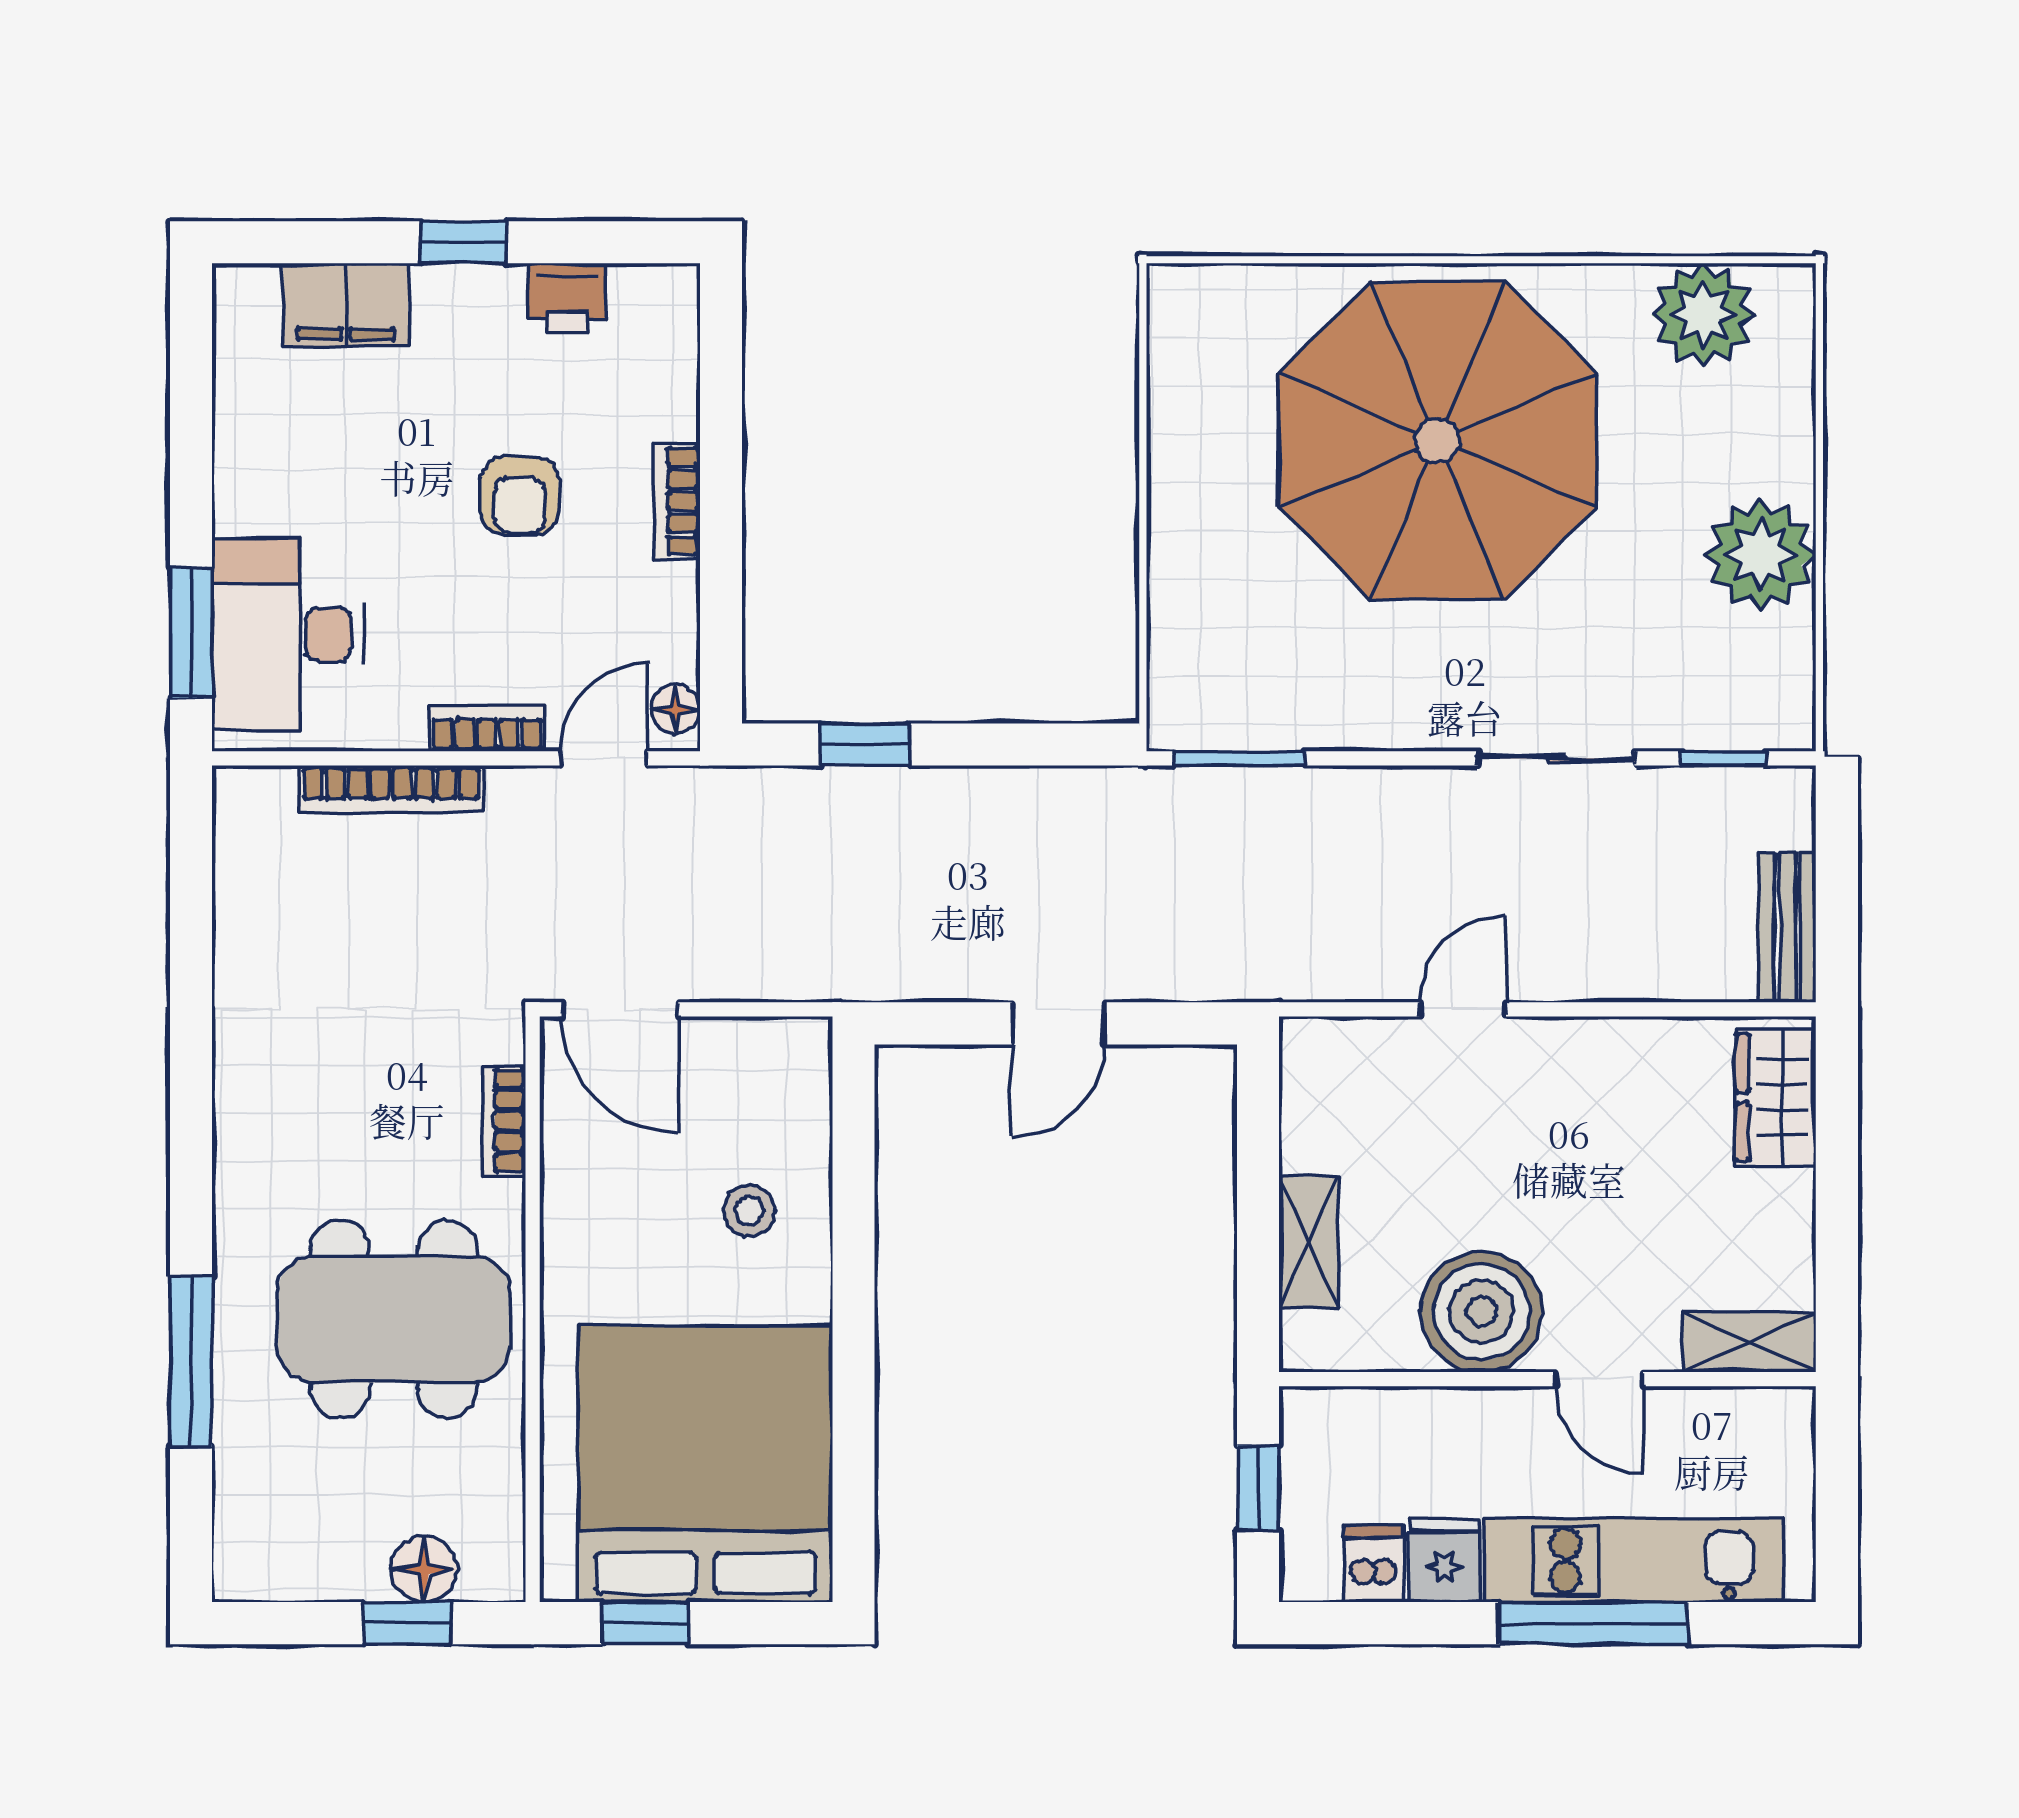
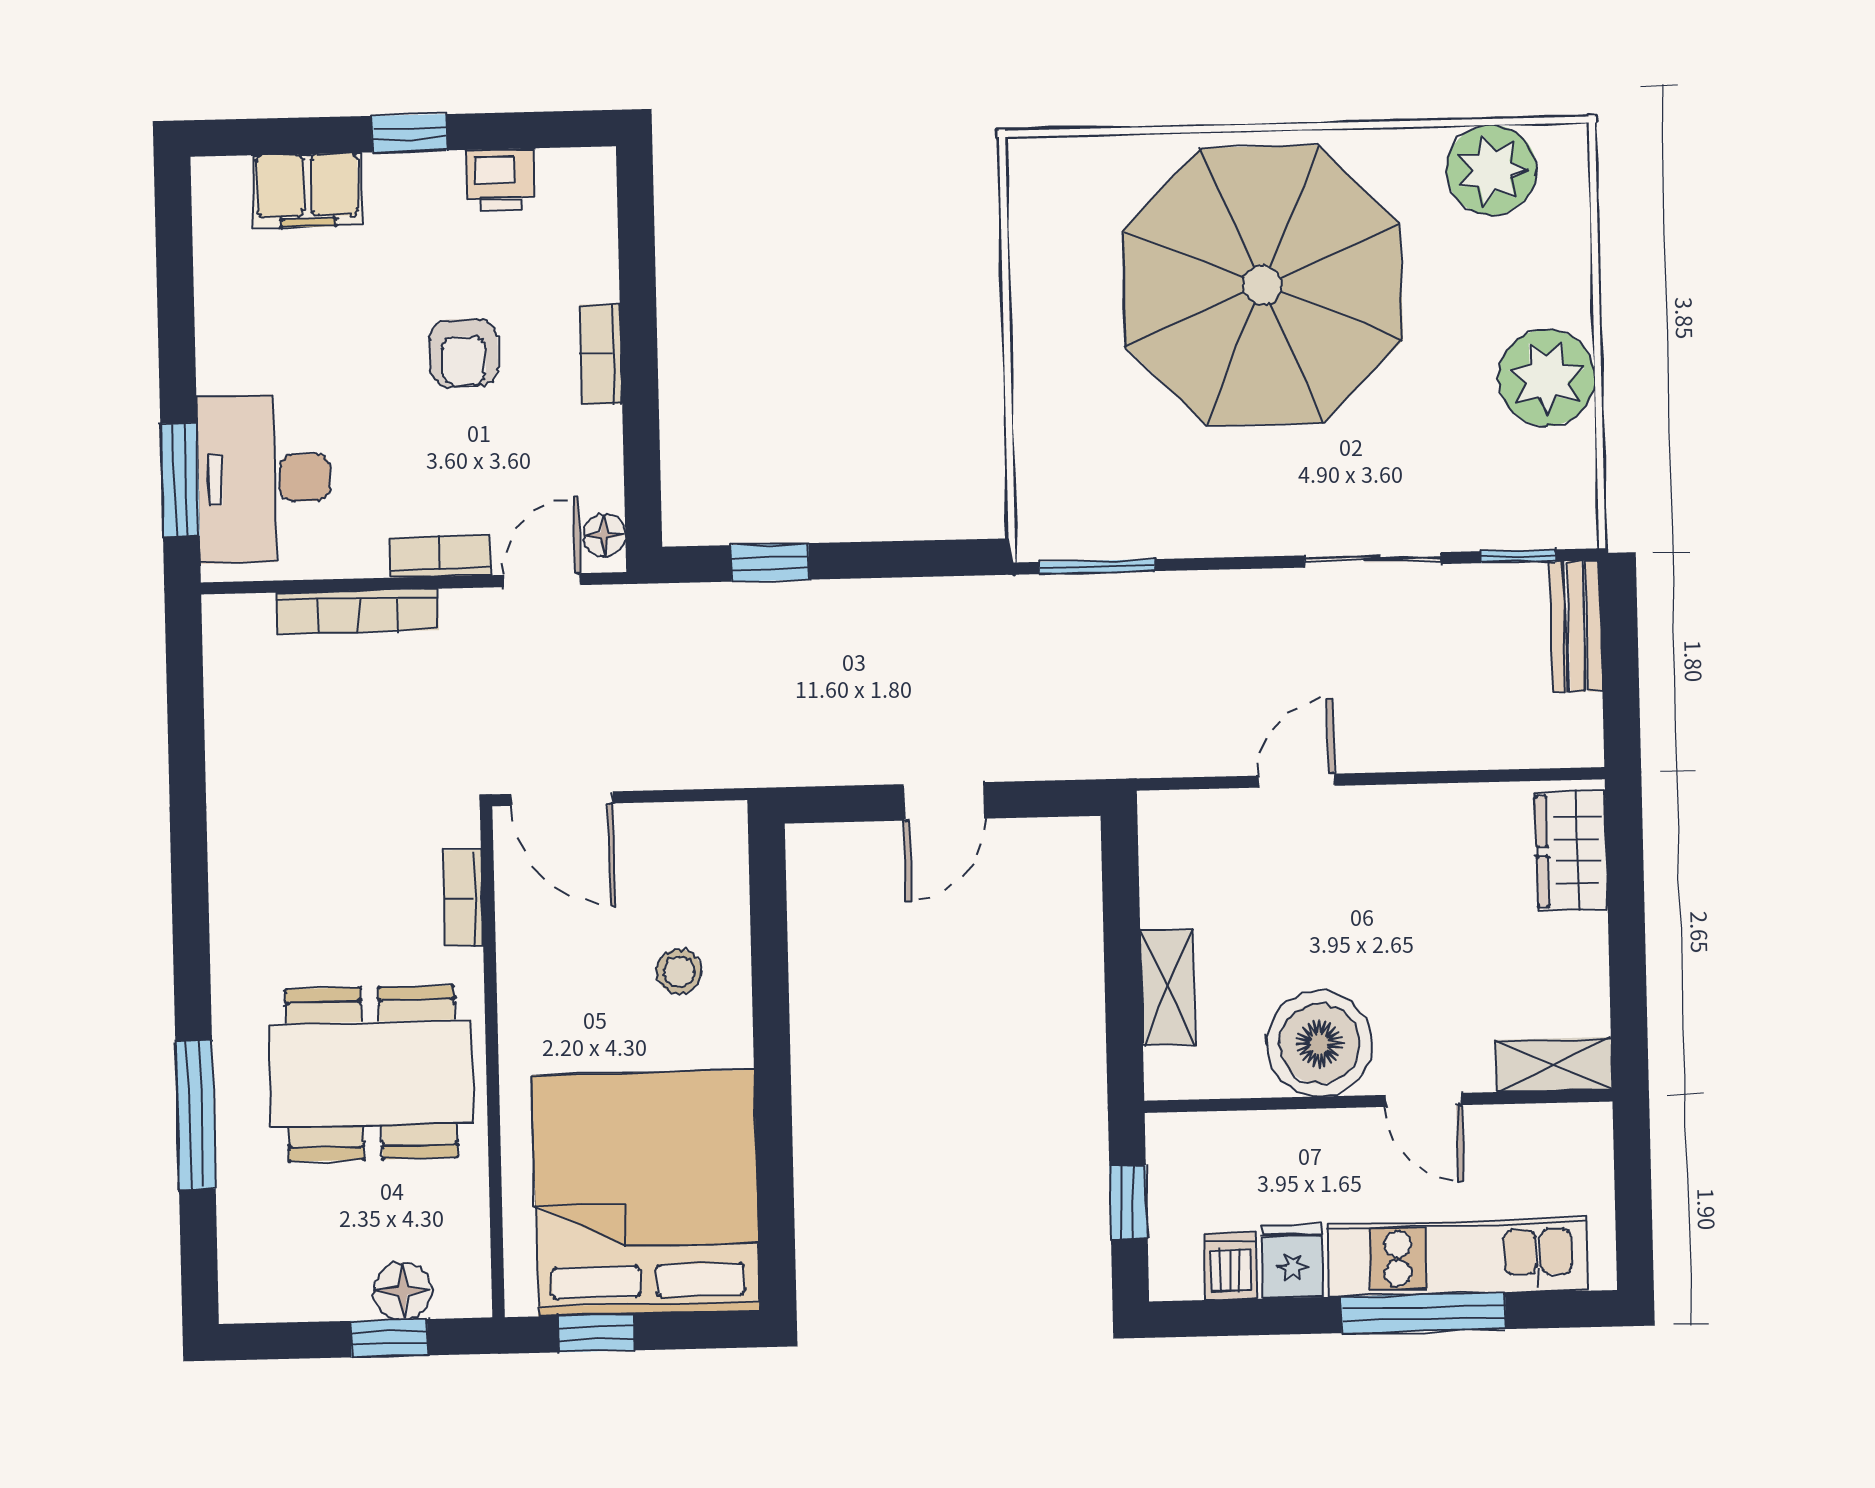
bench: (1787, 927) -> (1576, 627), moved

